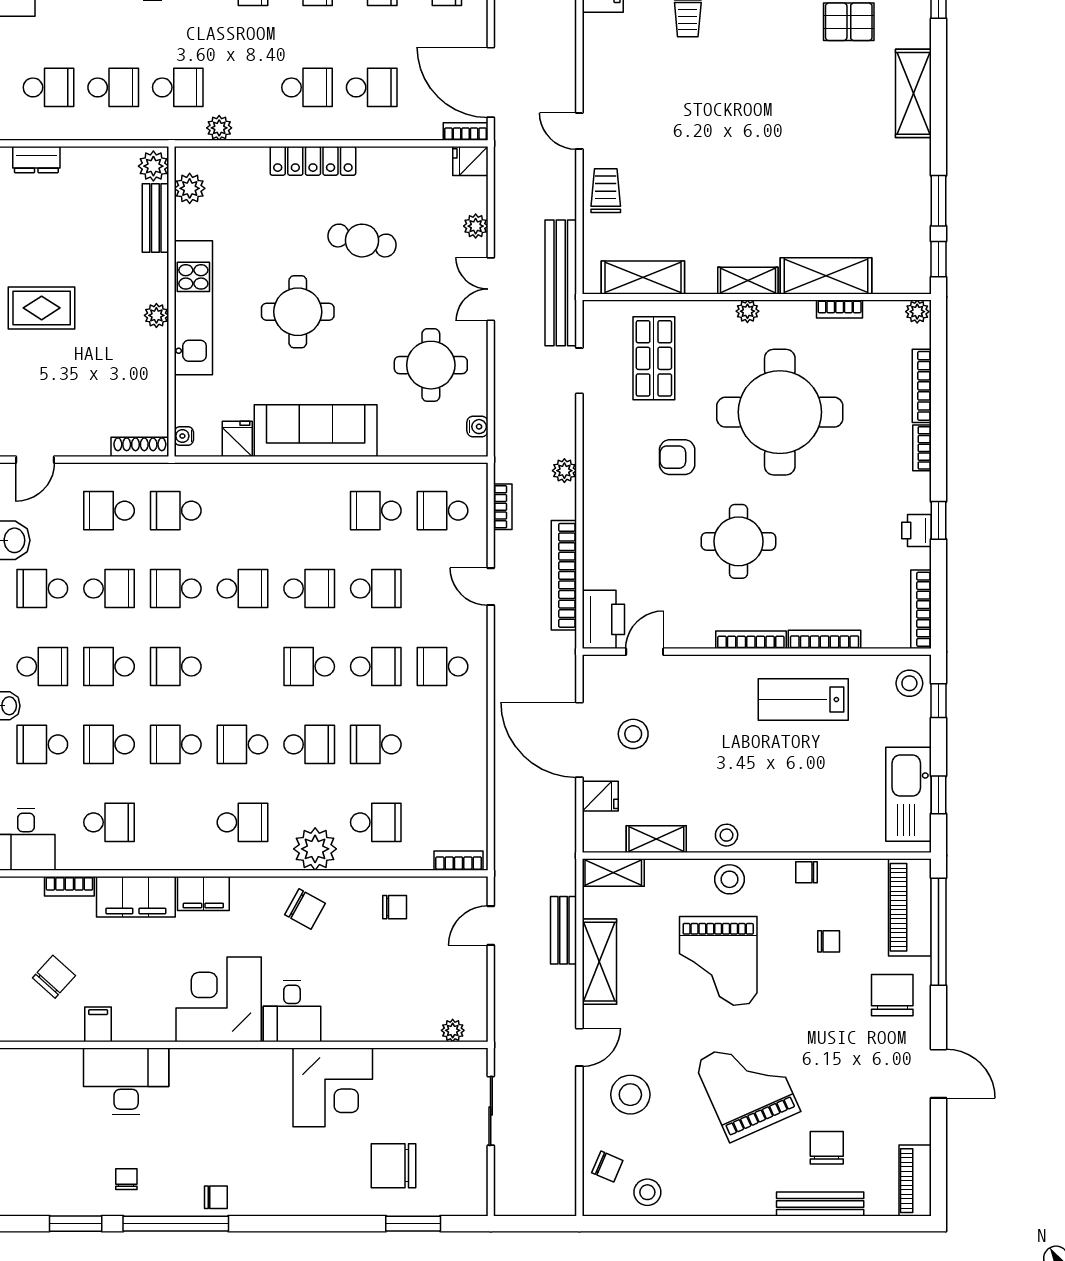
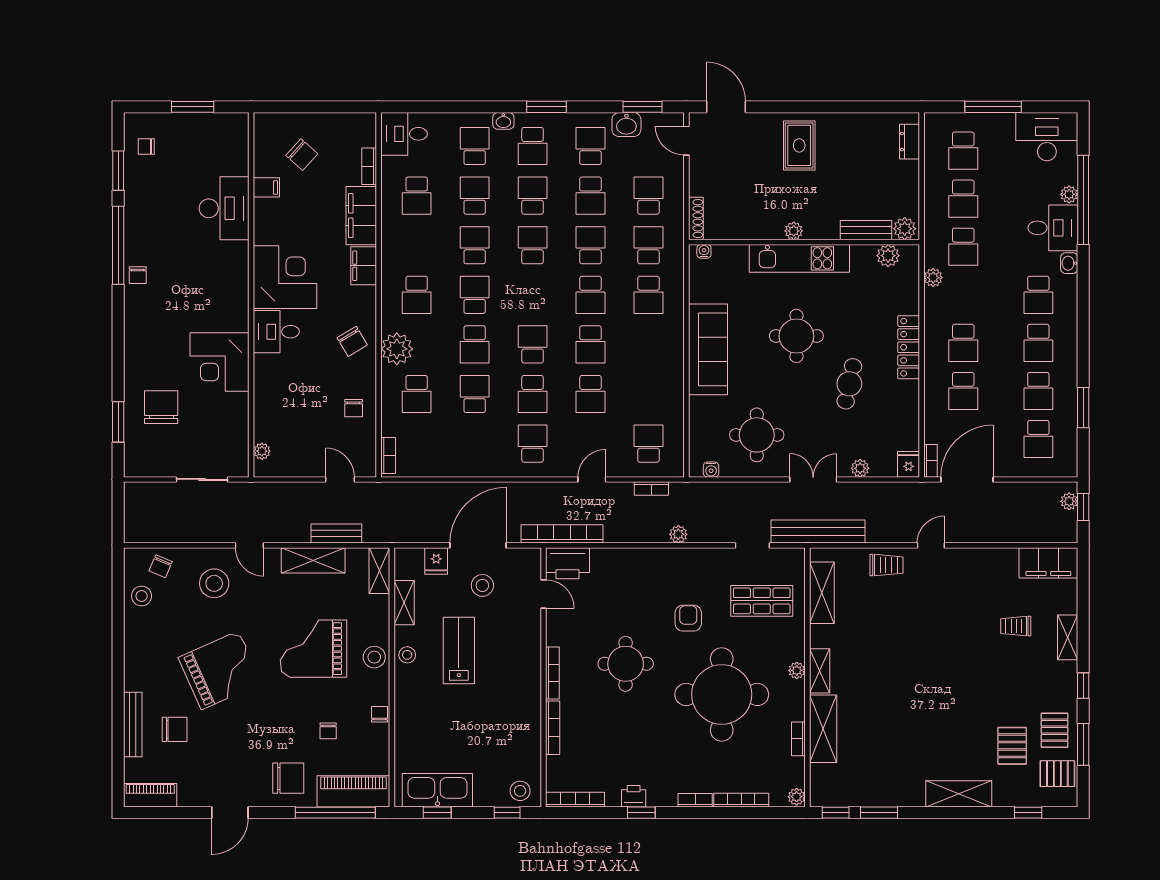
fridge: (237, 439) -> (702, 291), removed
school desk: (376, 511) -> (648, 295), moved, turned 180
bookcase: (564, 575) -> (562, 534), moved
lab bench: (803, 700) -> (459, 650), moved
chair: (305, 909) -> (352, 341), turned -60
chair: (126, 1179) -> (146, 147), moved, turned 180

